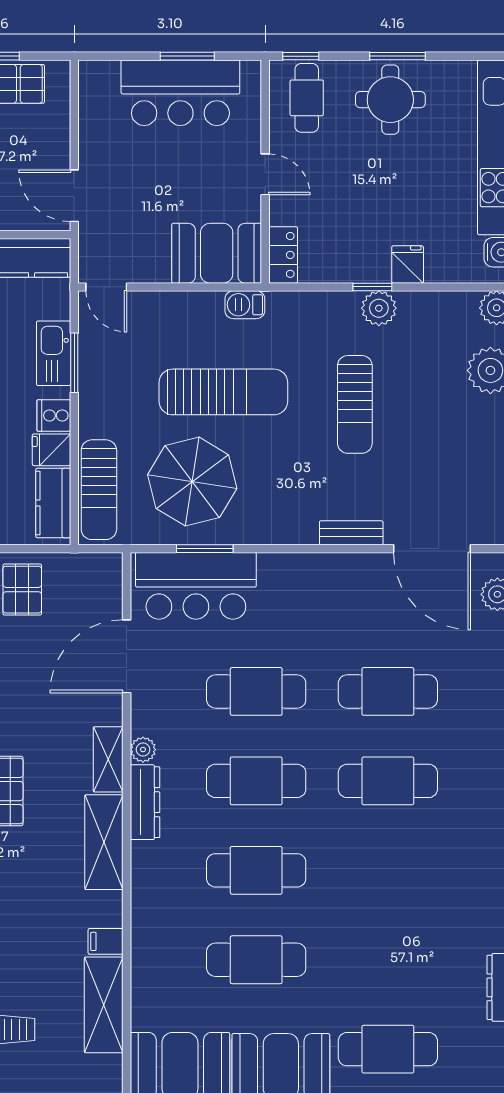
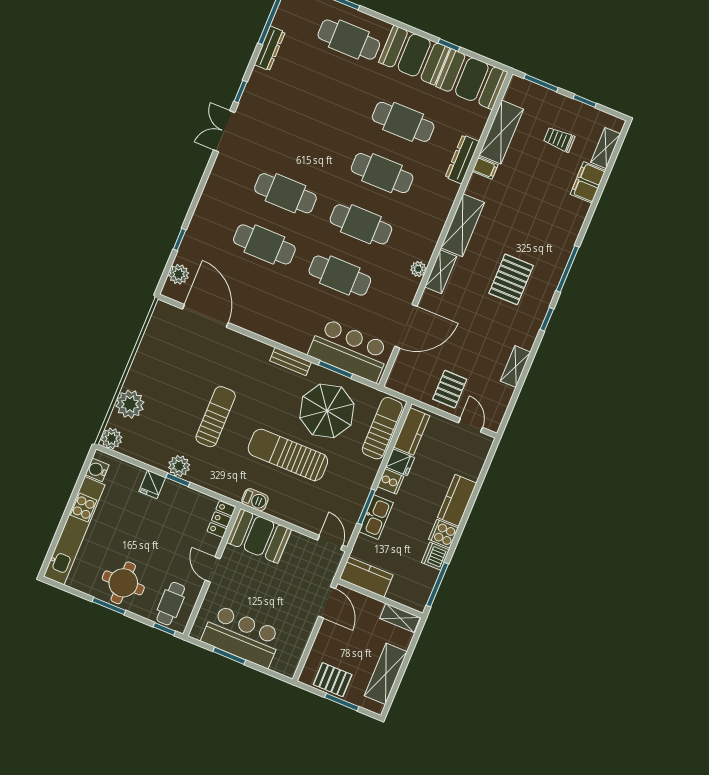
bench: (351, 533) -> (290, 362), moved
dresser: (145, 802) -> (462, 159), moved

